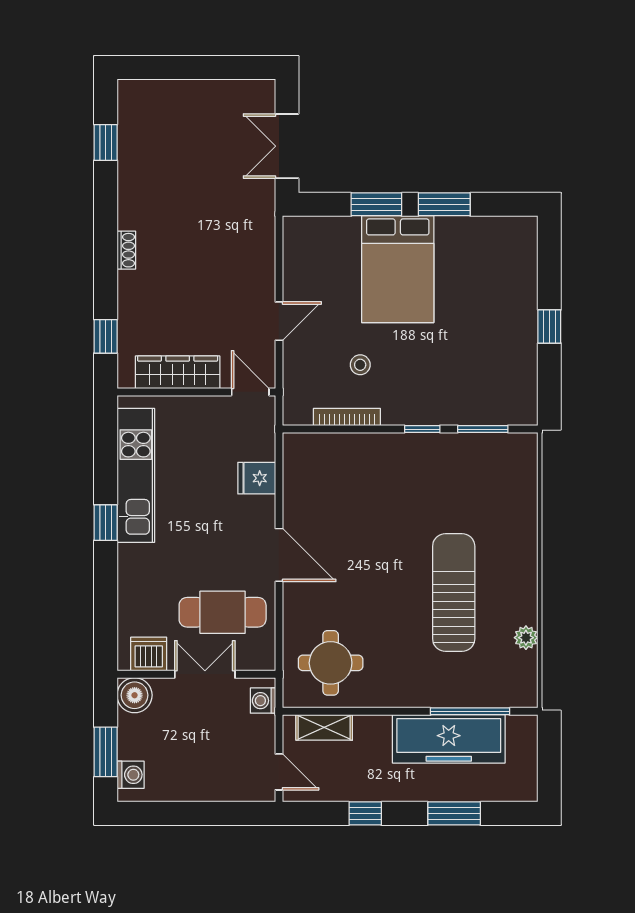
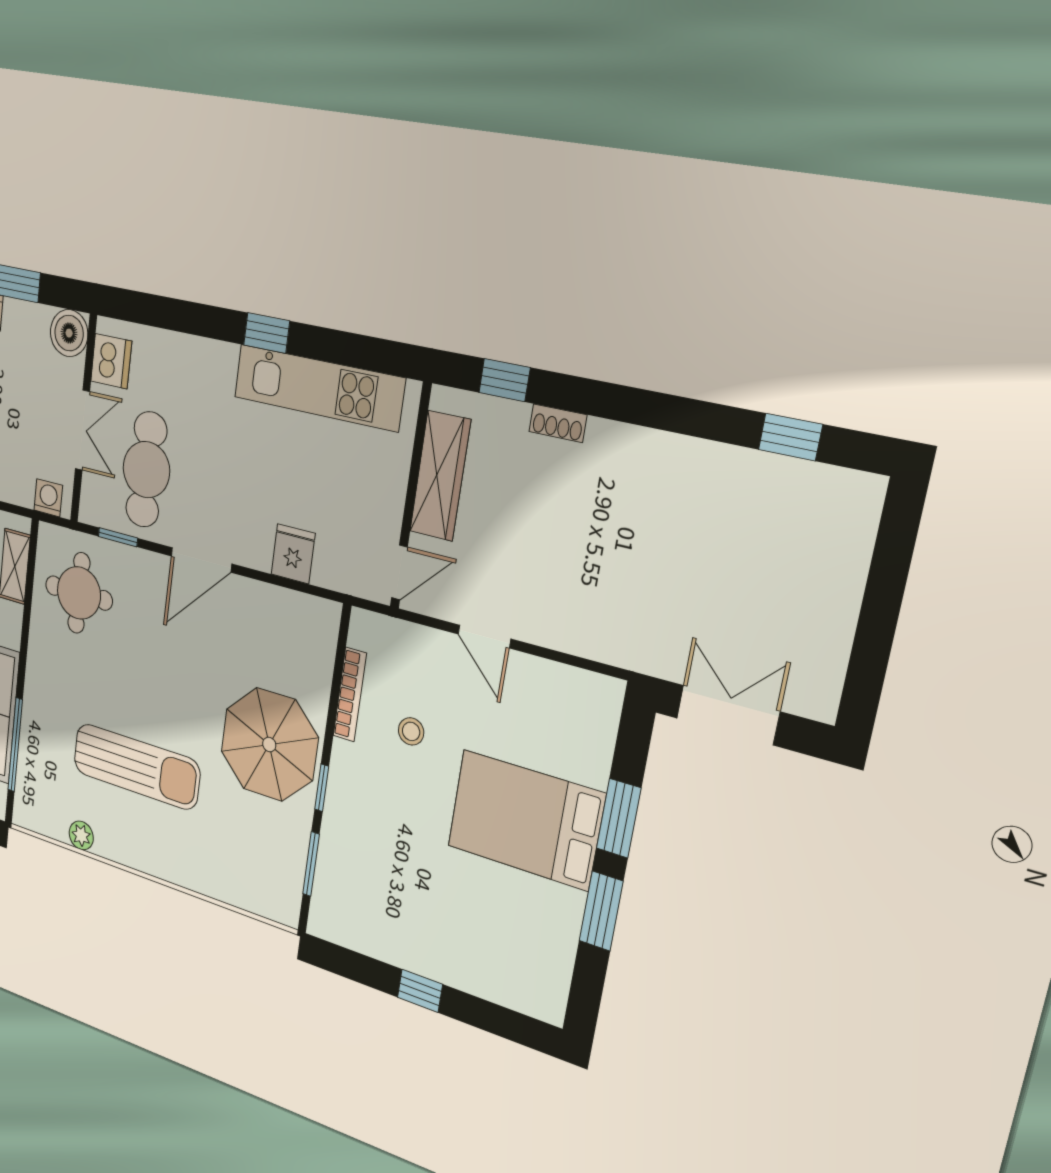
shoe rack: (126, 250) -> (558, 423), moved
parasol: (402, 477) -> (269, 745), added
window: (279, 632) -> (118, 537), added

